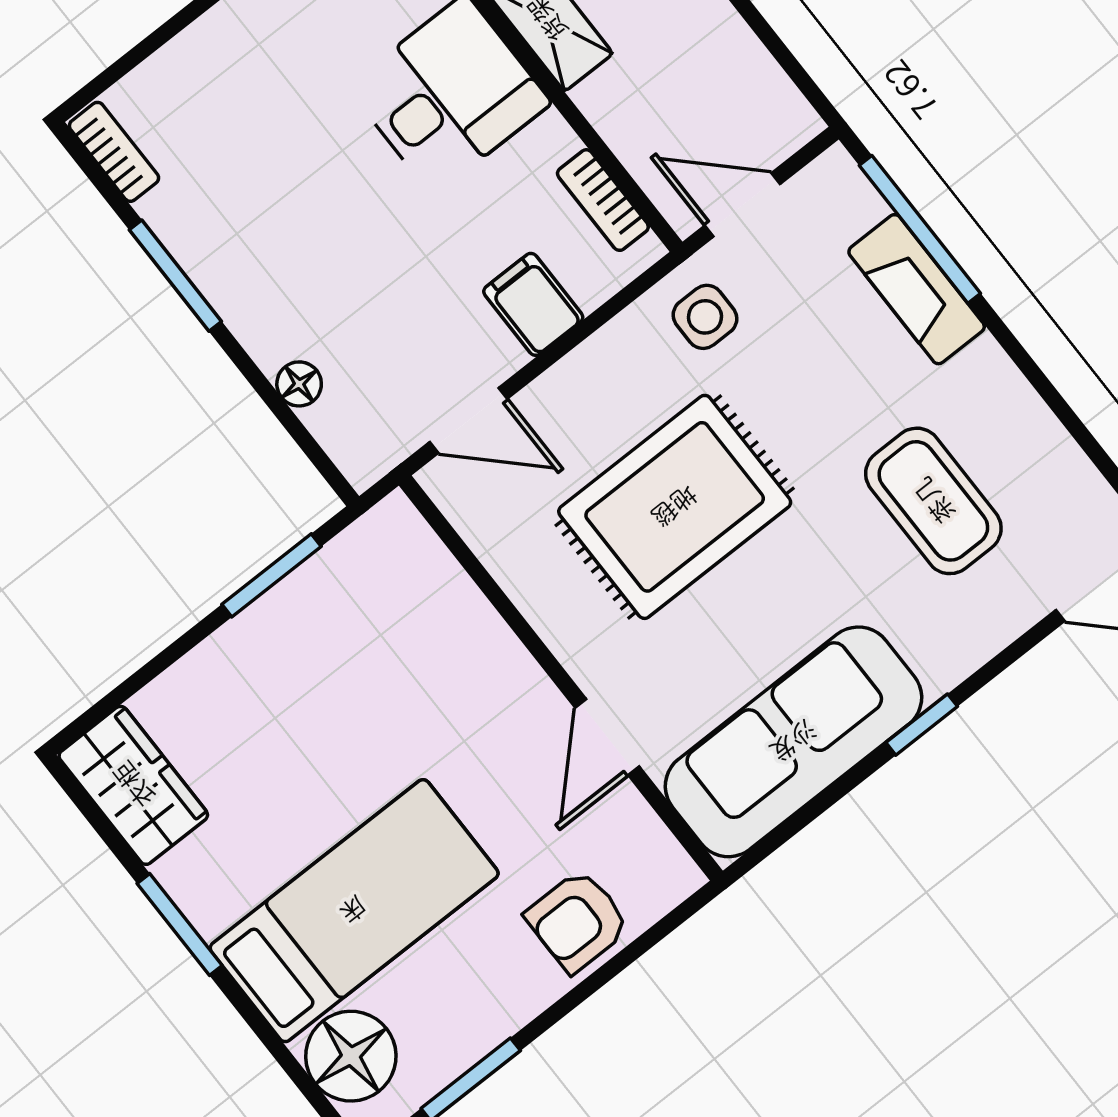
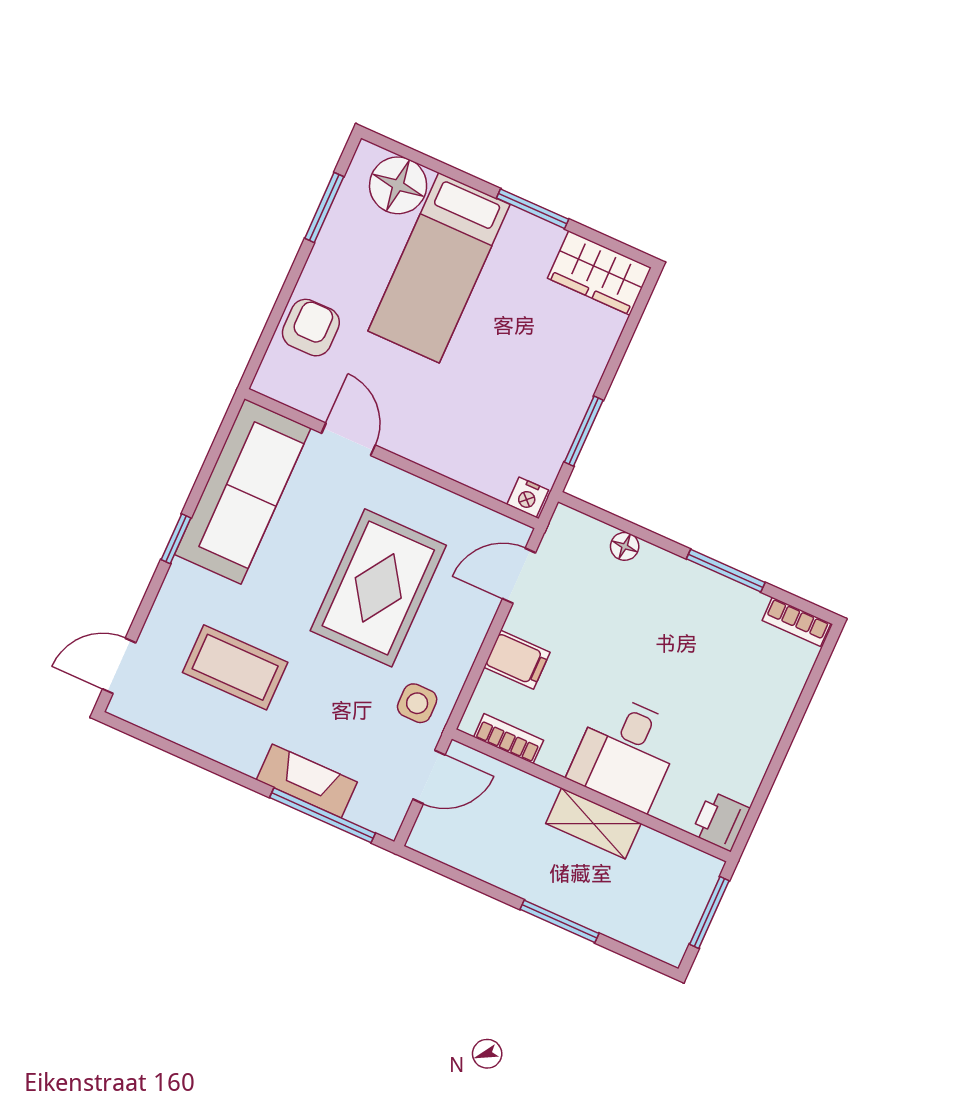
nightstand: (399, 524) -> (528, 497), added

